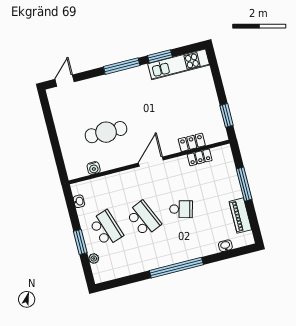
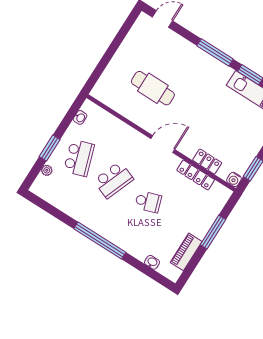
locker: (200, 157) -> (196, 175), width x1.53
water cooler: (94, 168) -> (234, 179), moved
school desk: (181, 209) -> (148, 202), turned -33
school desk: (144, 219) -> (114, 180), turned 45

